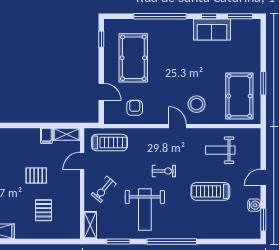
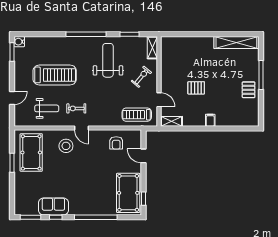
pool table: (133, 58) -> (128, 193), moved
filing cabinet: (46, 136) -> (210, 120), moved
door: (82, 161) -> (159, 100), hinge flipped
exercise bike: (164, 171) -> (76, 108), moved
door: (263, 177) -> (12, 98), moved
treadmill: (210, 191) -> (55, 75), width x1.37, depth x1.38
water cooler: (254, 205) -> (19, 42), moved
pallet: (43, 210) -> (190, 60), removed

